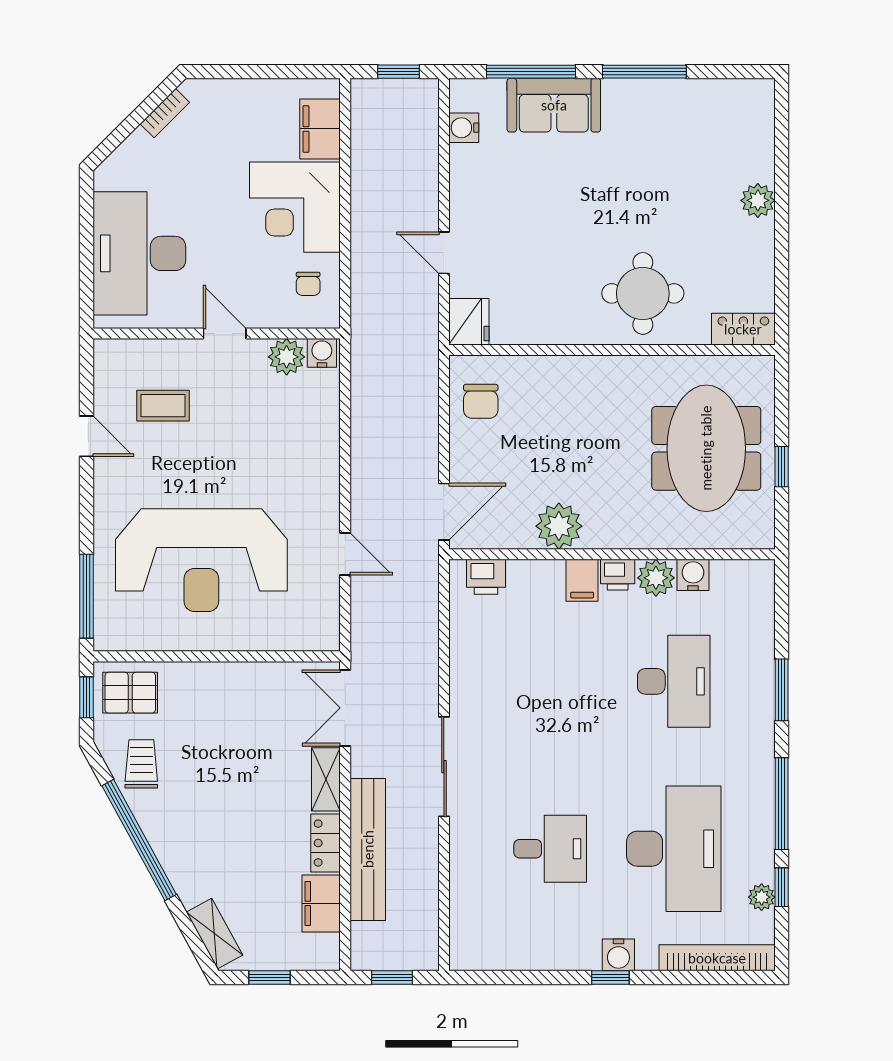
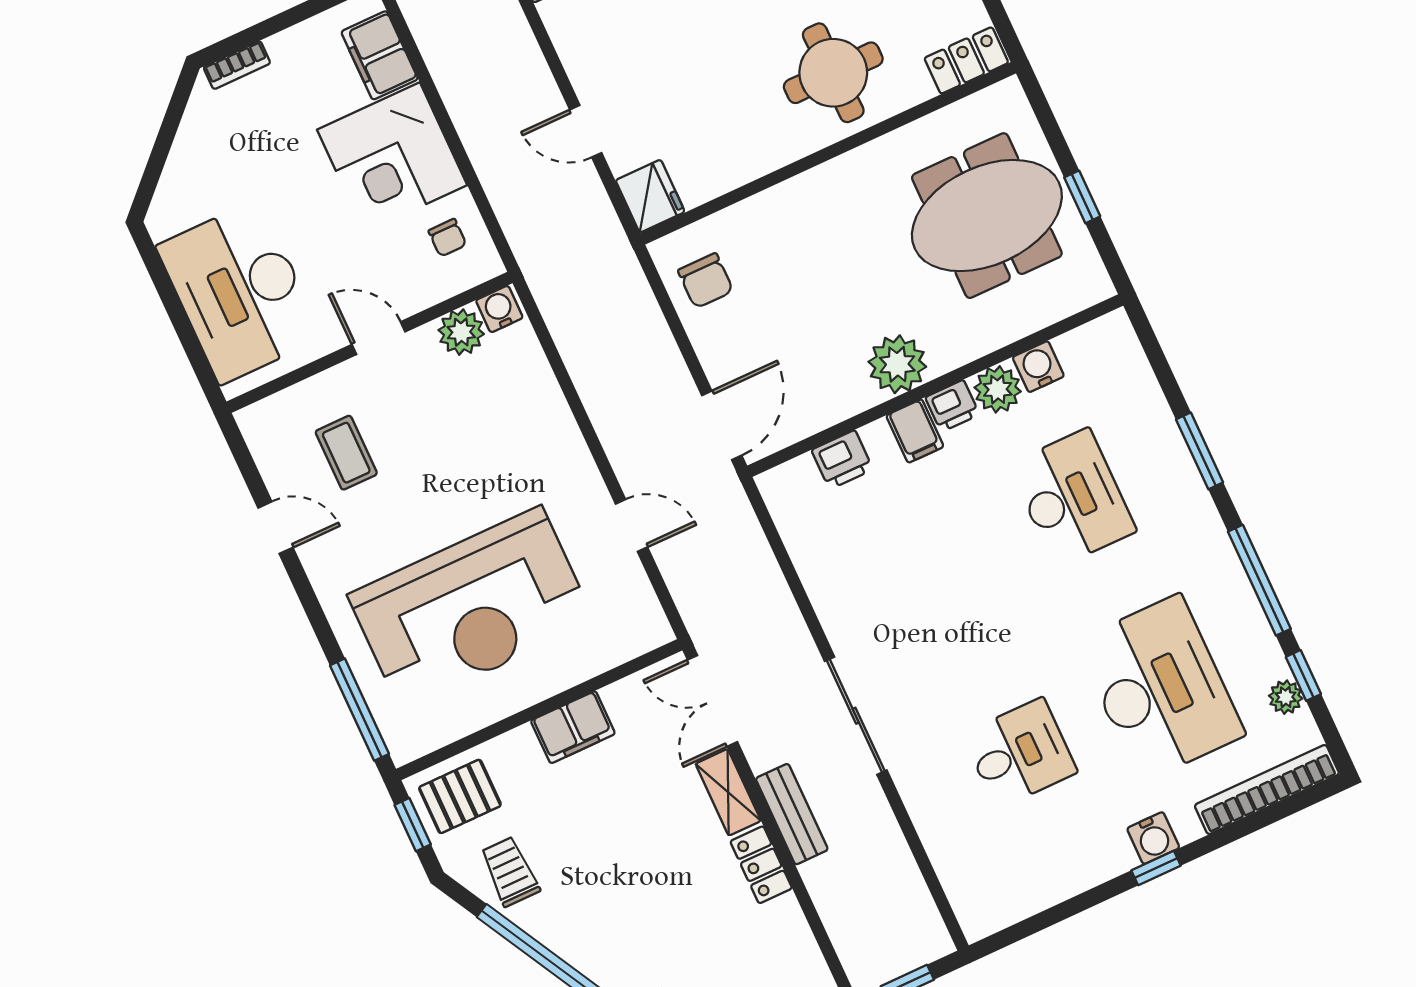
bookcase: (165, 113) -> (237, 65), moved, turned 45
coffee table: (163, 406) -> (346, 453), turned 90
meeting table: (706, 448) -> (987, 216), turned 90
plant: (559, 526) -> (897, 364), moved
printer: (486, 577) -> (842, 460), moved
bench: (368, 849) -> (792, 814), width x0.54, depth x0.82
filing cabinet: (321, 903) -> (573, 727), moved, turned -90

